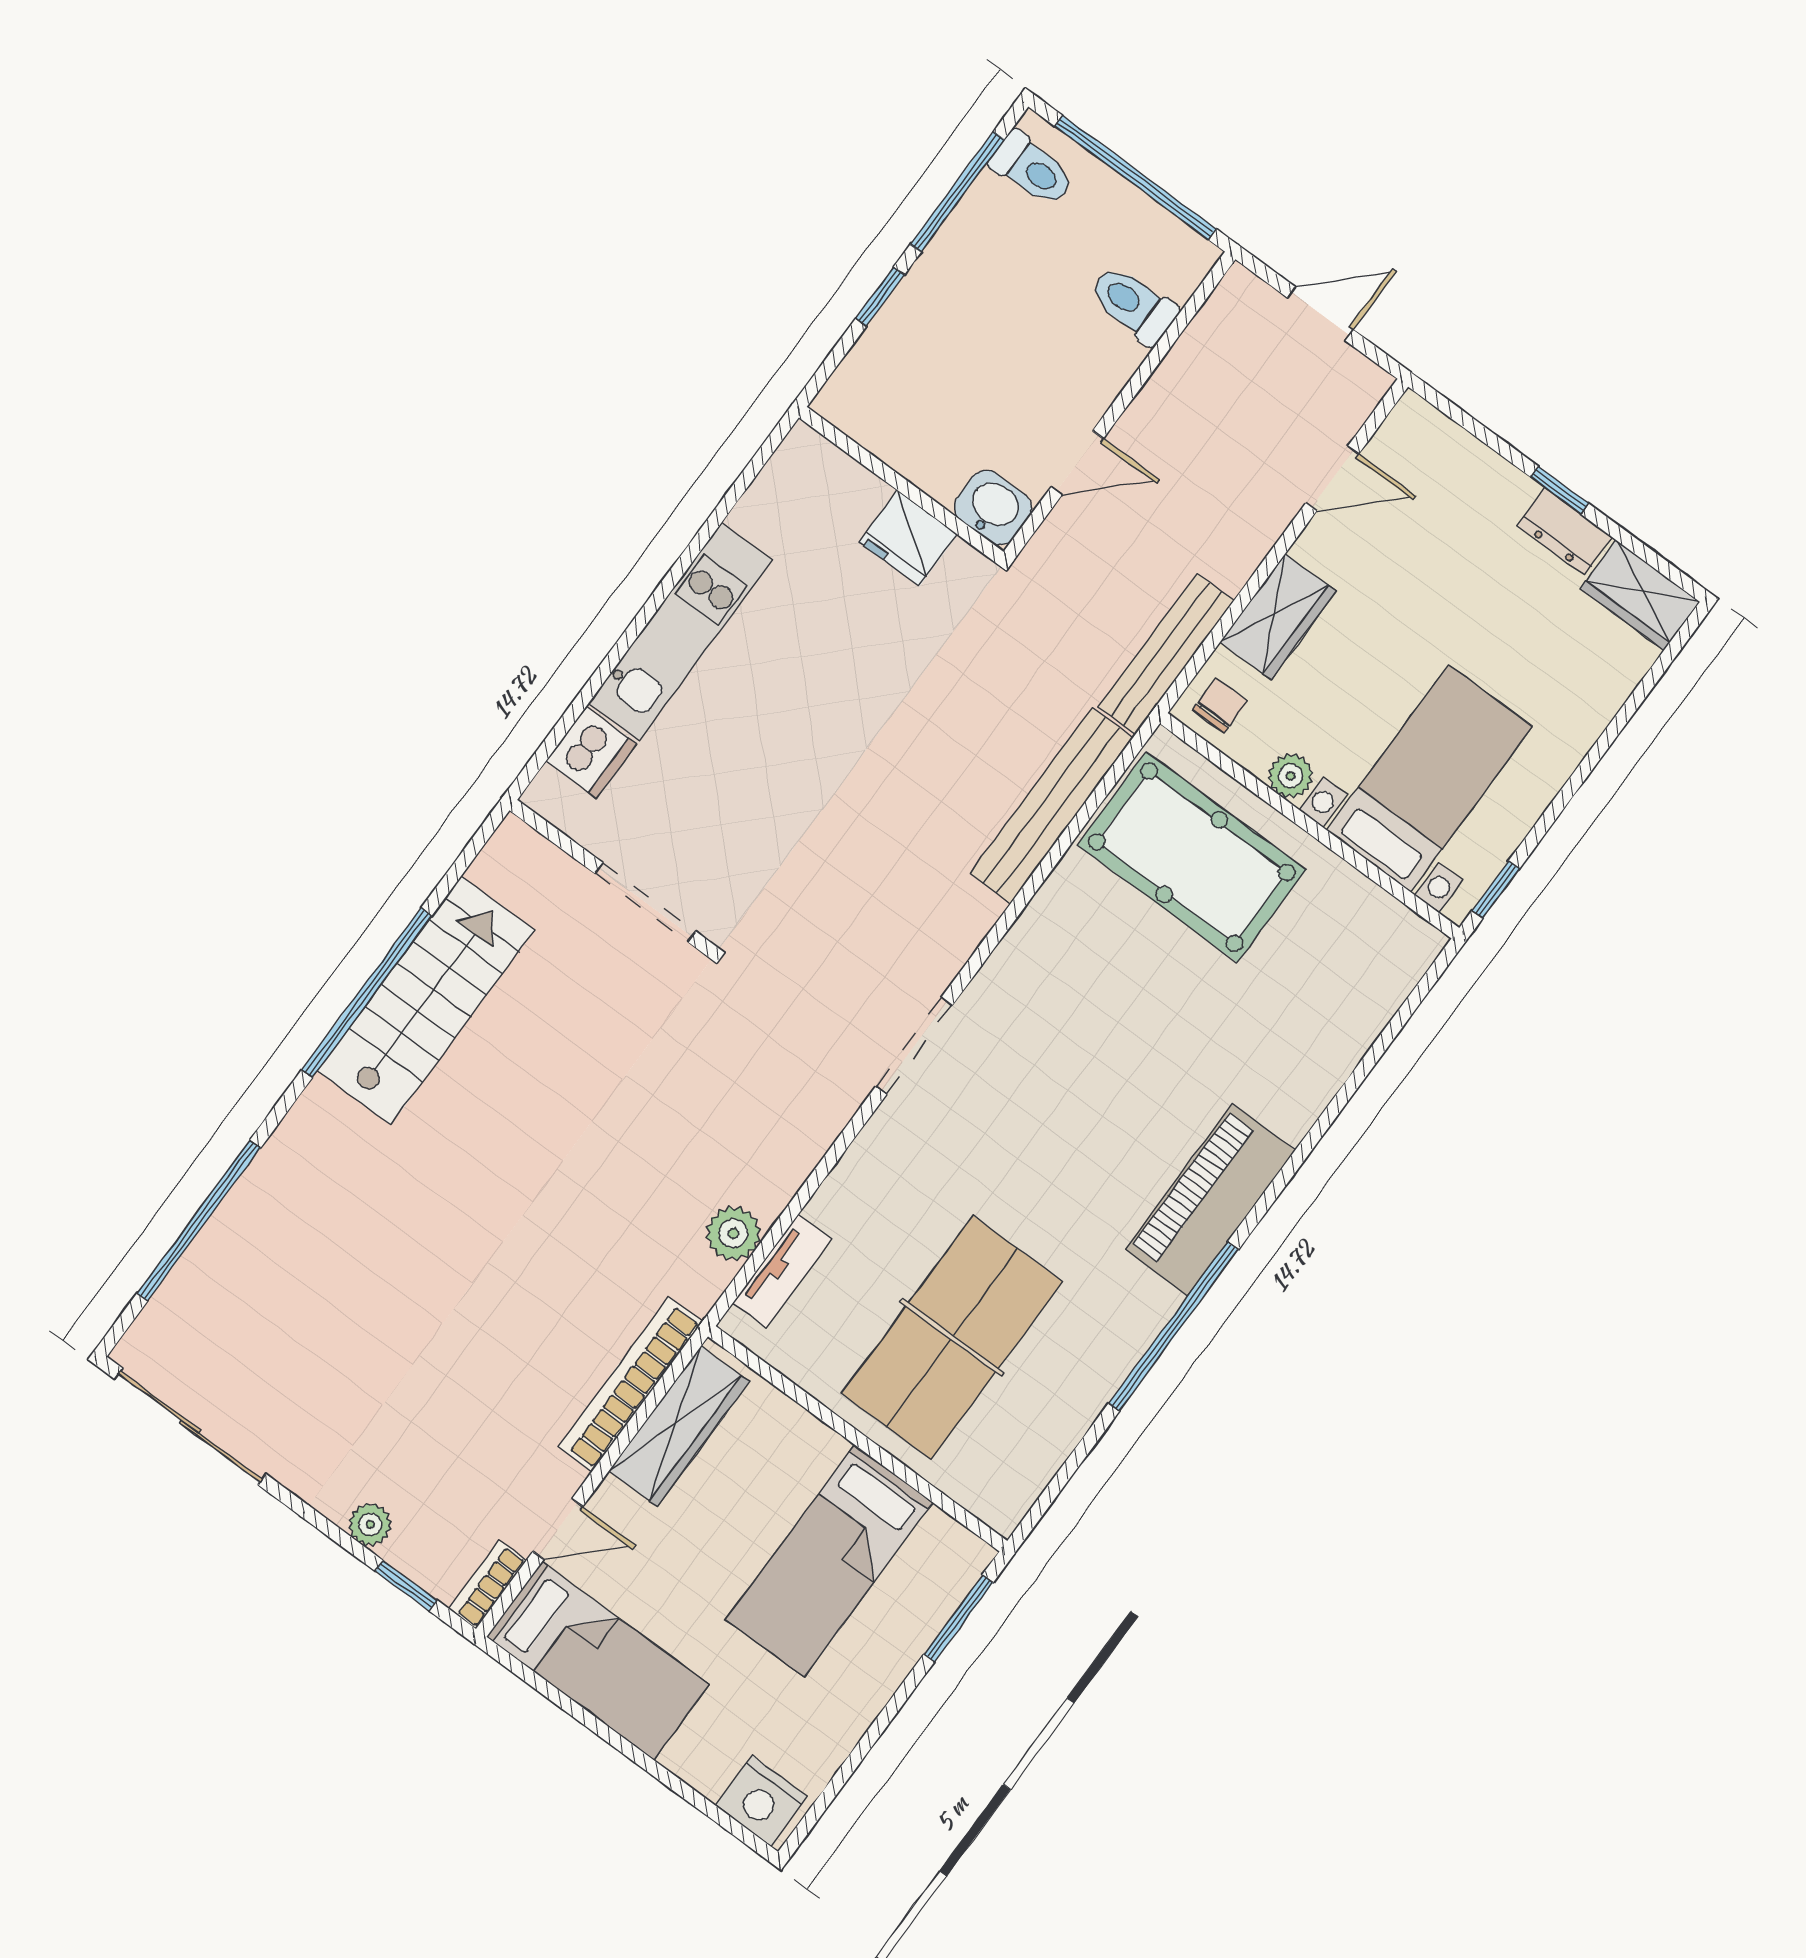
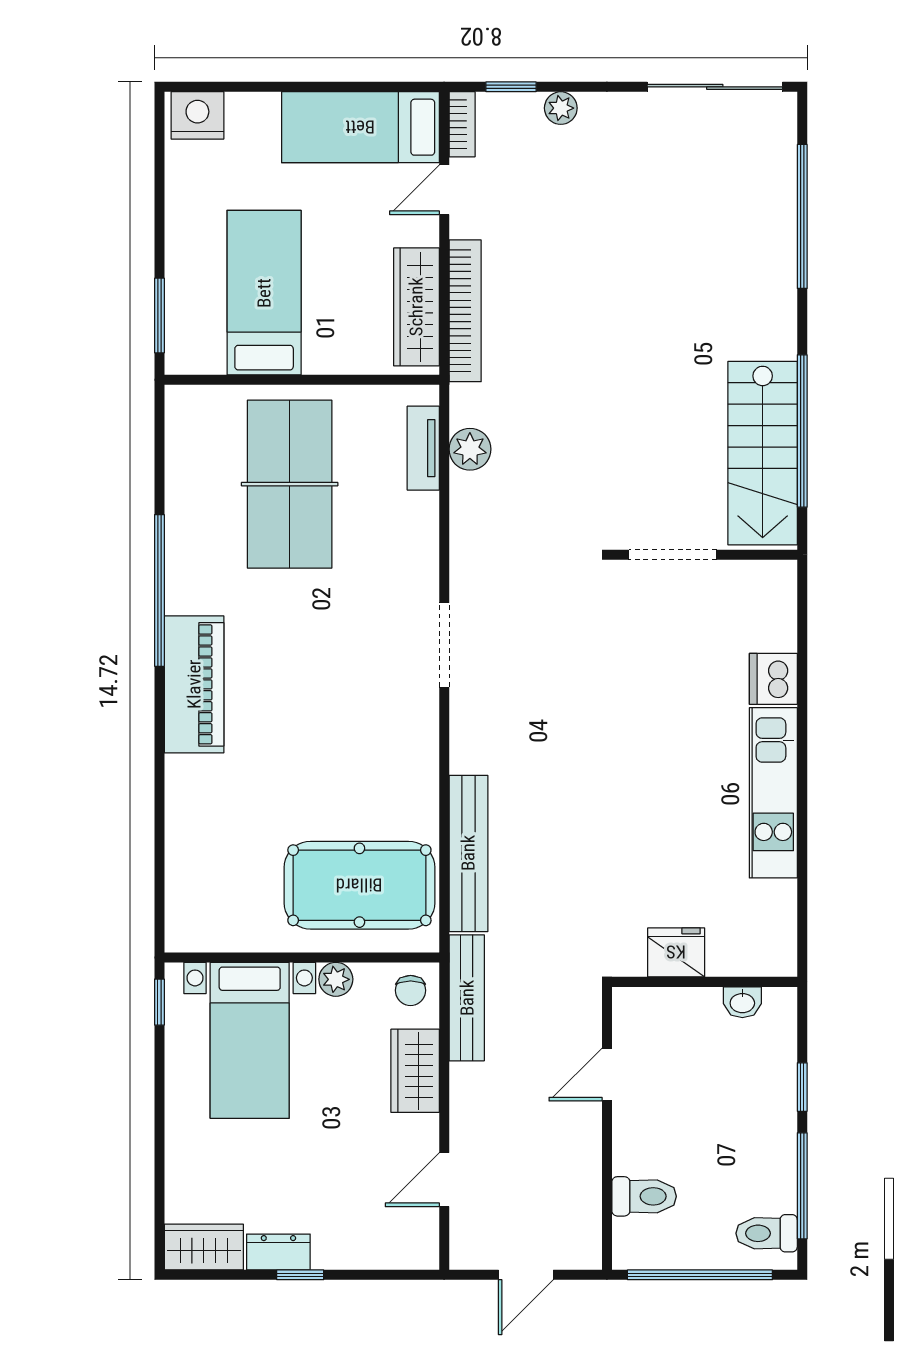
washbasin: (993, 508) -> (742, 1002), moved, width x0.72, depth x0.69
wall: (612, 878) -> (705, 555), moved
doorway: (645, 902) -> (673, 555), moved

